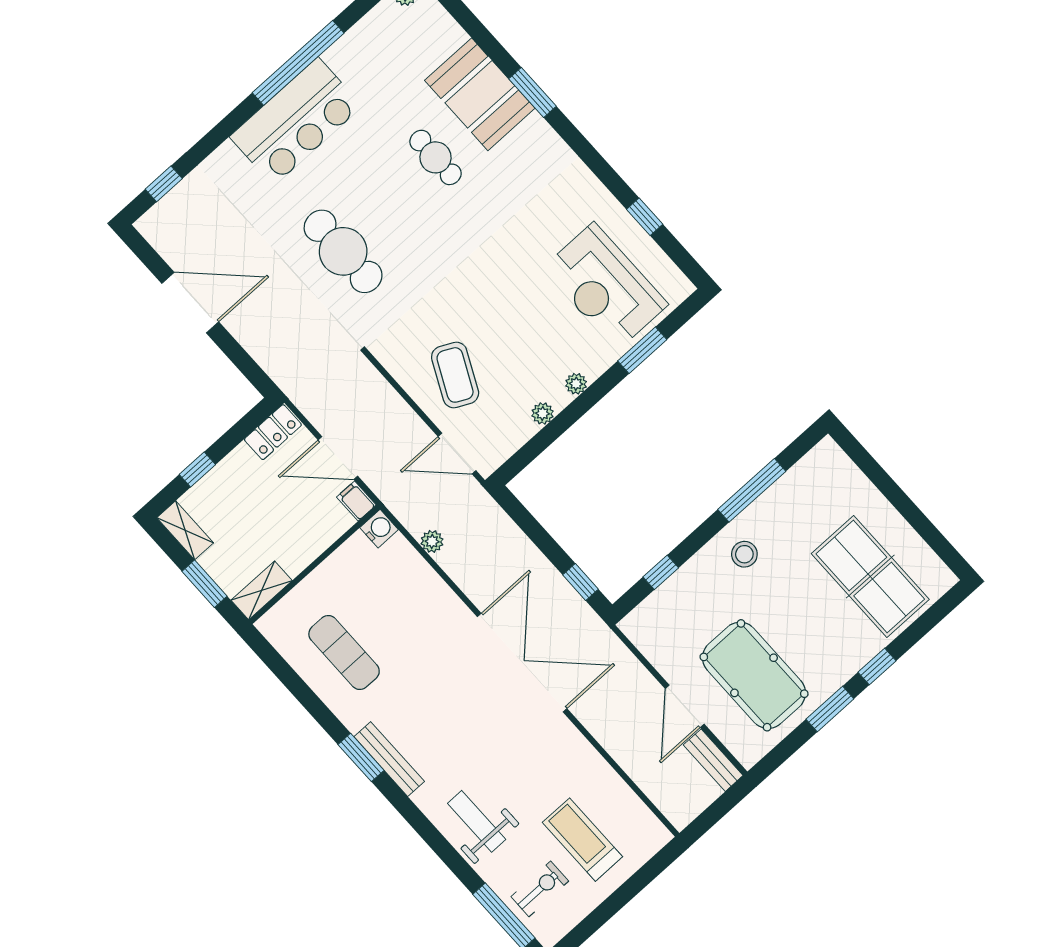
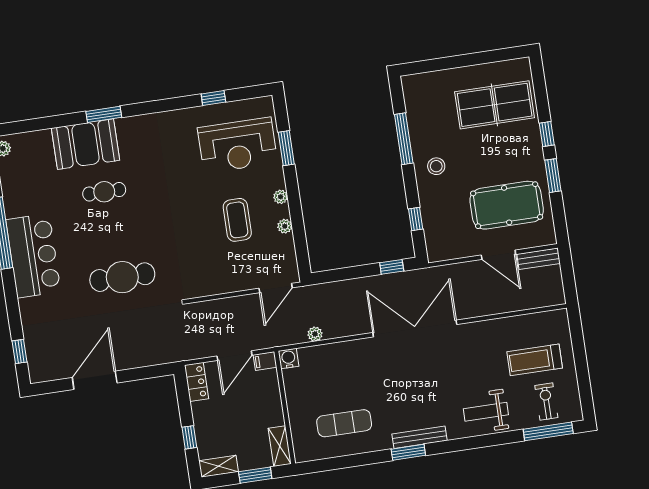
coffee table: (455, 375) -> (237, 220), moved, turned 64

